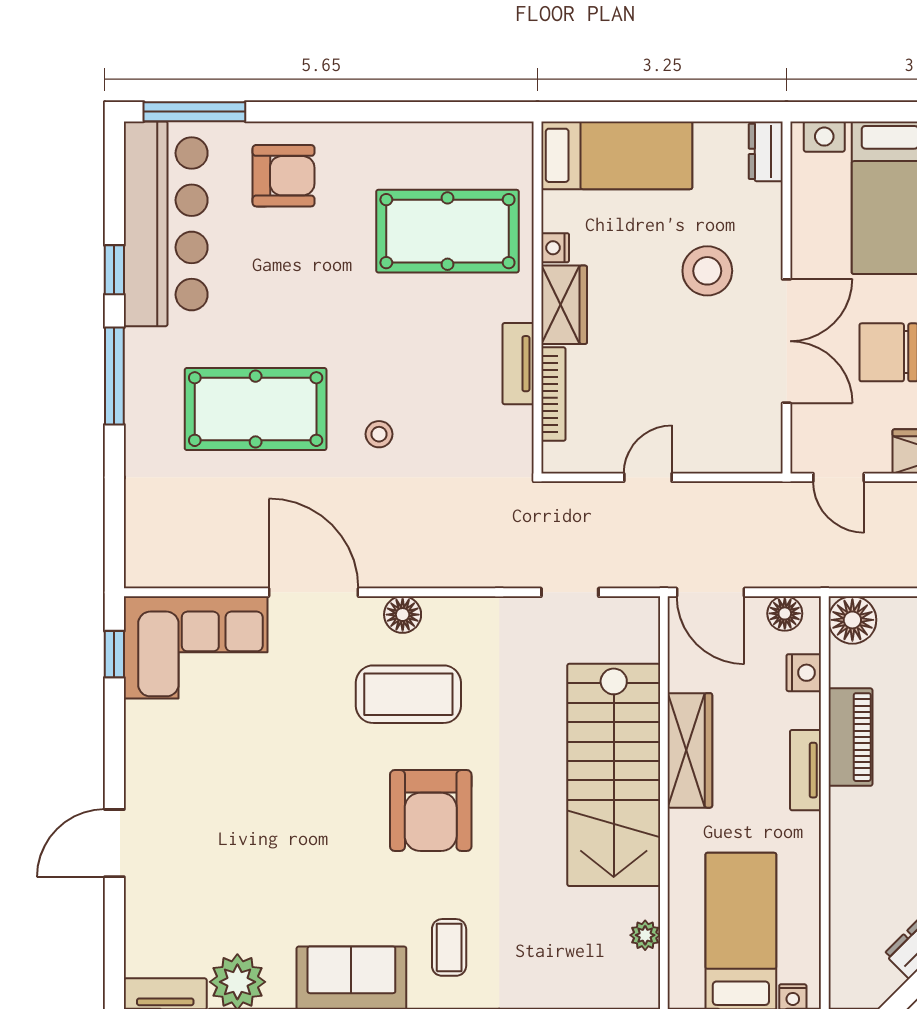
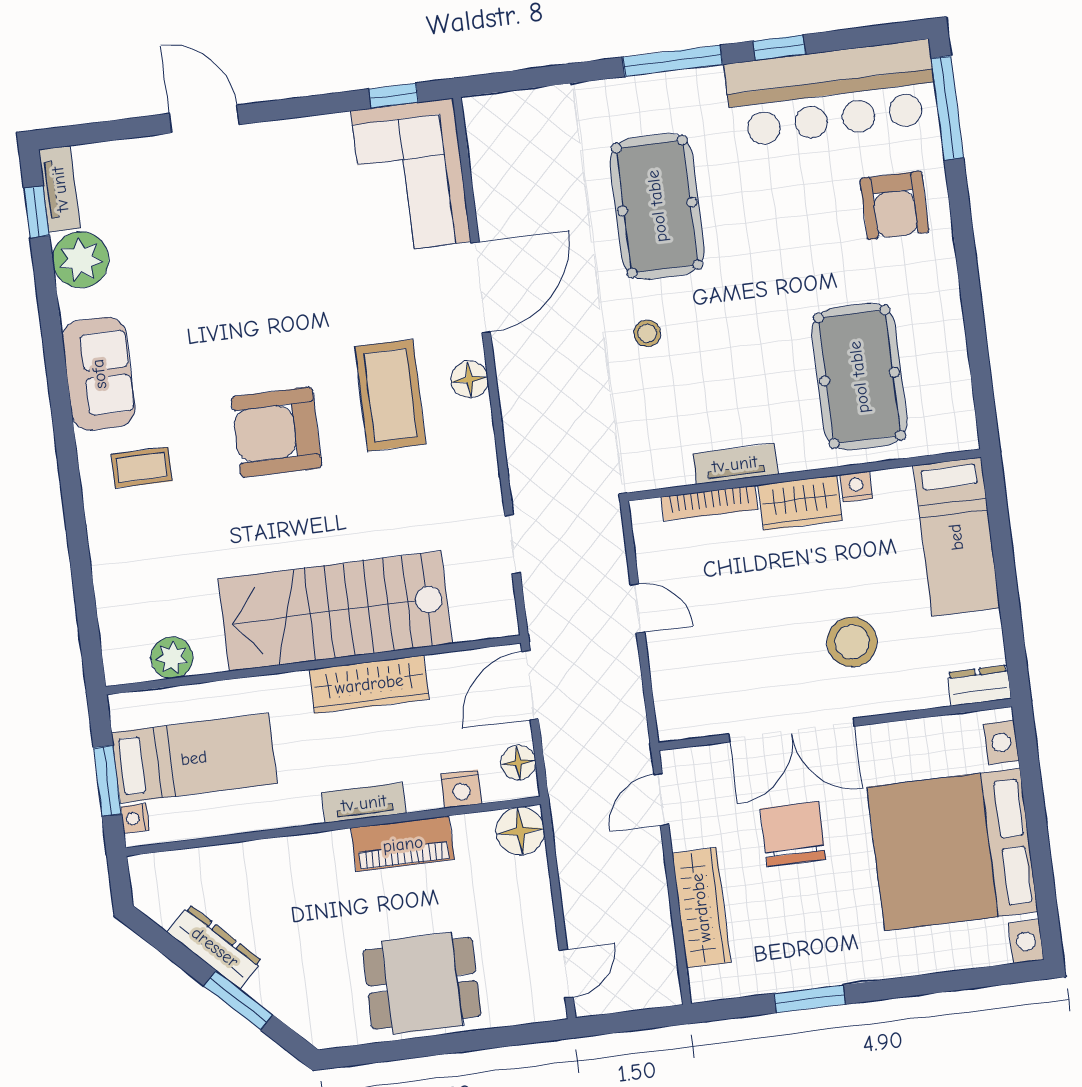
plant: (645, 935) -> (172, 658), width x1.38, depth x1.38

